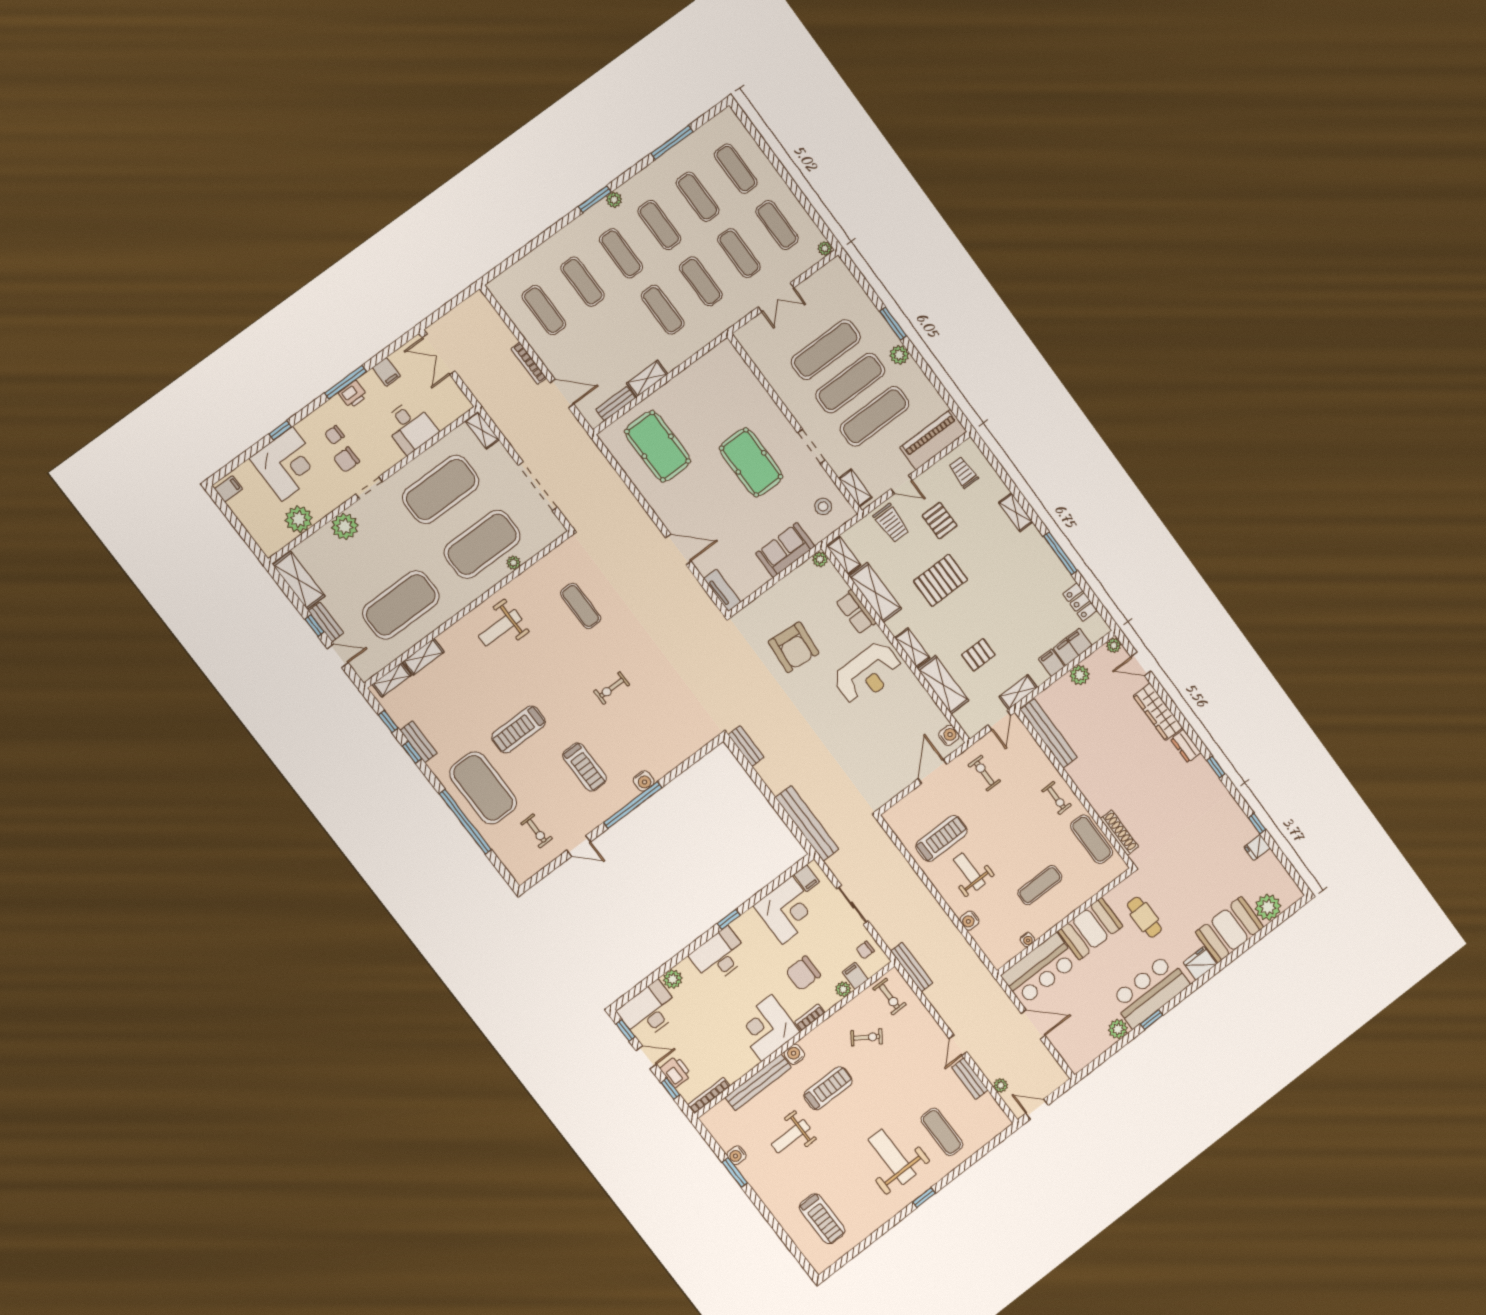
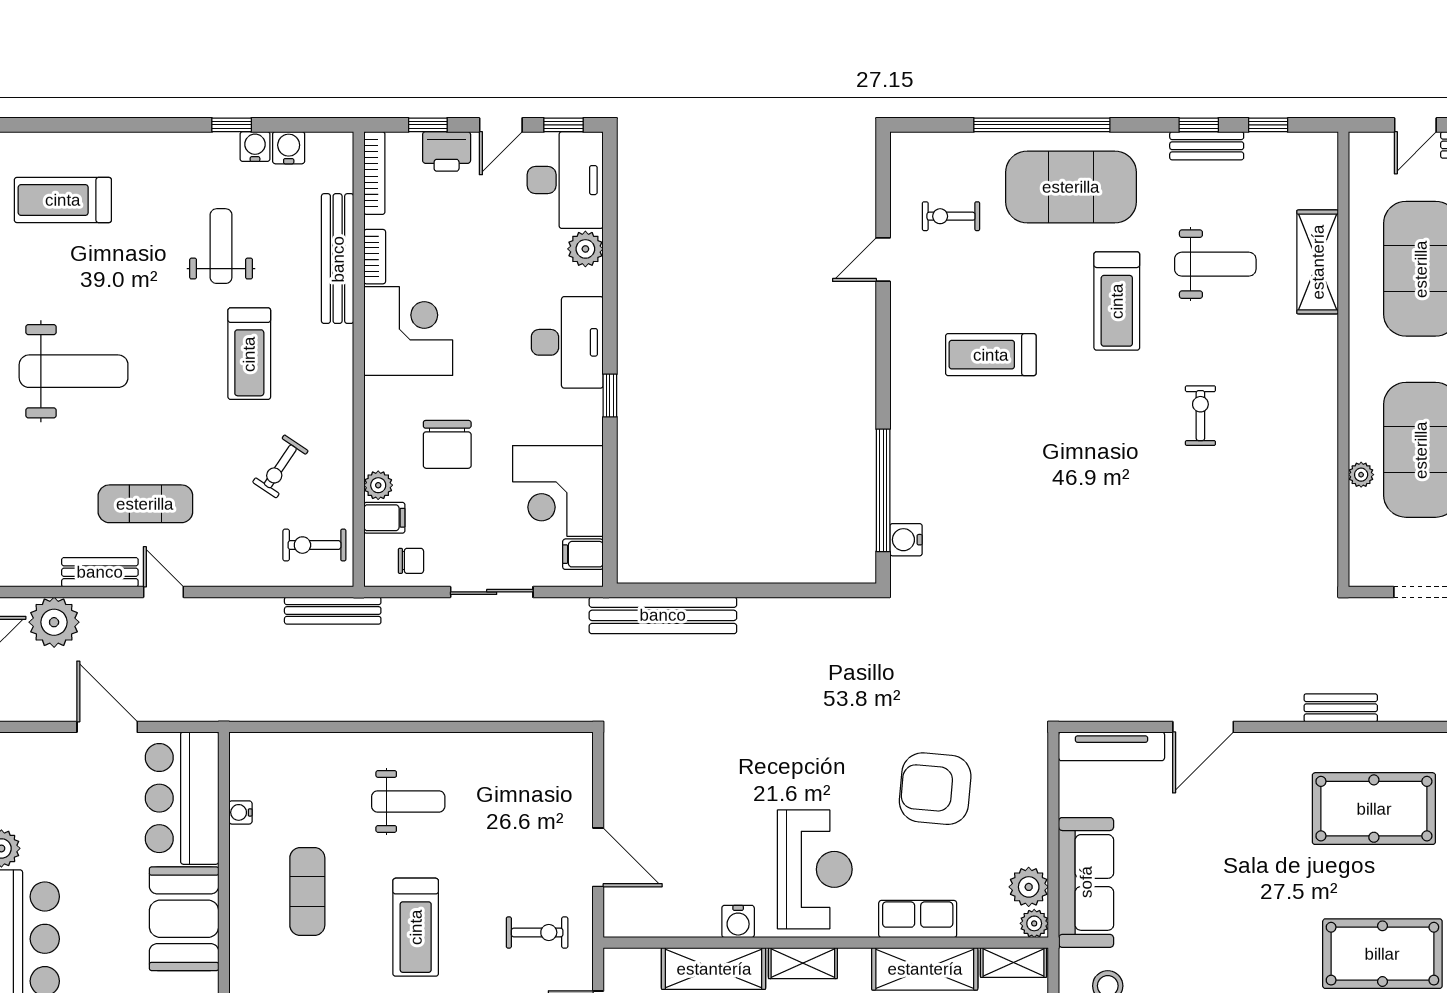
pool table: (751, 462) -> (1382, 954), moved
sofa: (785, 550) -> (1086, 882), width x1.36
plant: (806, 574) -> (1029, 887), added
tv unit: (722, 590) -> (1111, 746), width x1.41
exercise mat: (581, 606) -> (1227, 524), removed
weight bench: (500, 628) -> (1215, 264), moved, turned 90
shelving: (423, 657) -> (1318, 262), width x1.50, depth x1.33
reception desk: (868, 673) -> (815, 869), turned 180
shelving: (392, 680) -> (1324, 175), removed
exercise bike: (612, 688) -> (1200, 416), moved
treadmill: (518, 729) -> (1117, 301), turned 180
water cooler: (949, 735) -> (738, 921), moved
bench: (746, 746) -> (1341, 708), moved
water cooler: (644, 781) -> (906, 540), moved
window: (633, 805) -> (883, 490), moved
treadmill: (941, 838) -> (416, 927), moved
water cooler: (969, 921) -> (336, 747), removed
chair: (865, 950) -> (411, 561), turned 90
chair: (803, 973) -> (447, 444), turned 180
bookcase: (810, 1017) -> (375, 257), moved
door: (1033, 1024) -> (107, 727), swing flipped
water cooler: (794, 1054) -> (289, 148), moved, turned -90
plant: (1001, 1085) -> (54, 622), width x1.88, depth x1.88
exercise mat: (942, 1132) -> (145, 504), moved
window: (735, 1172) -> (232, 125), width x0.67

